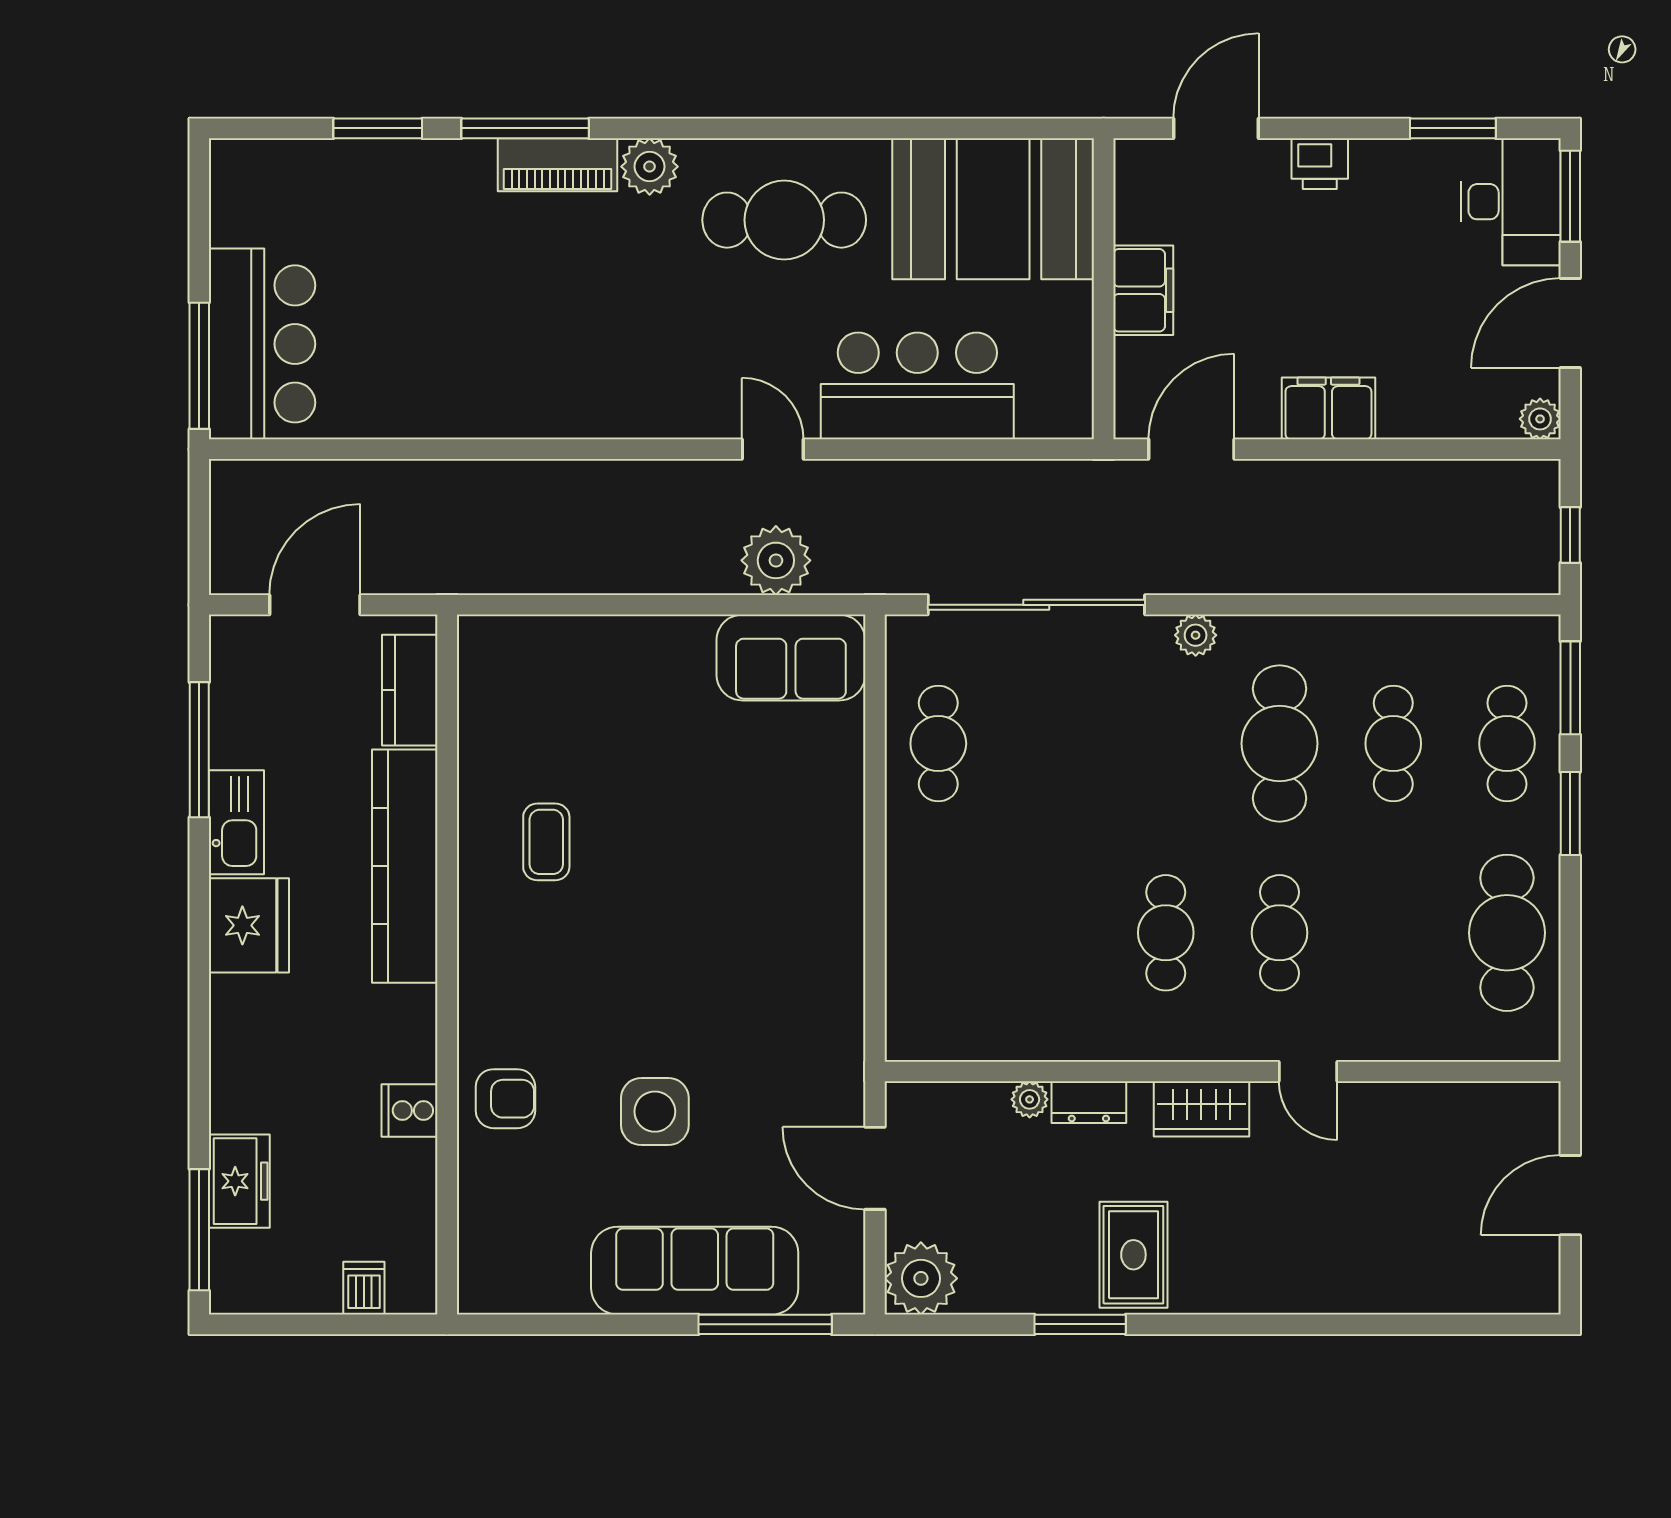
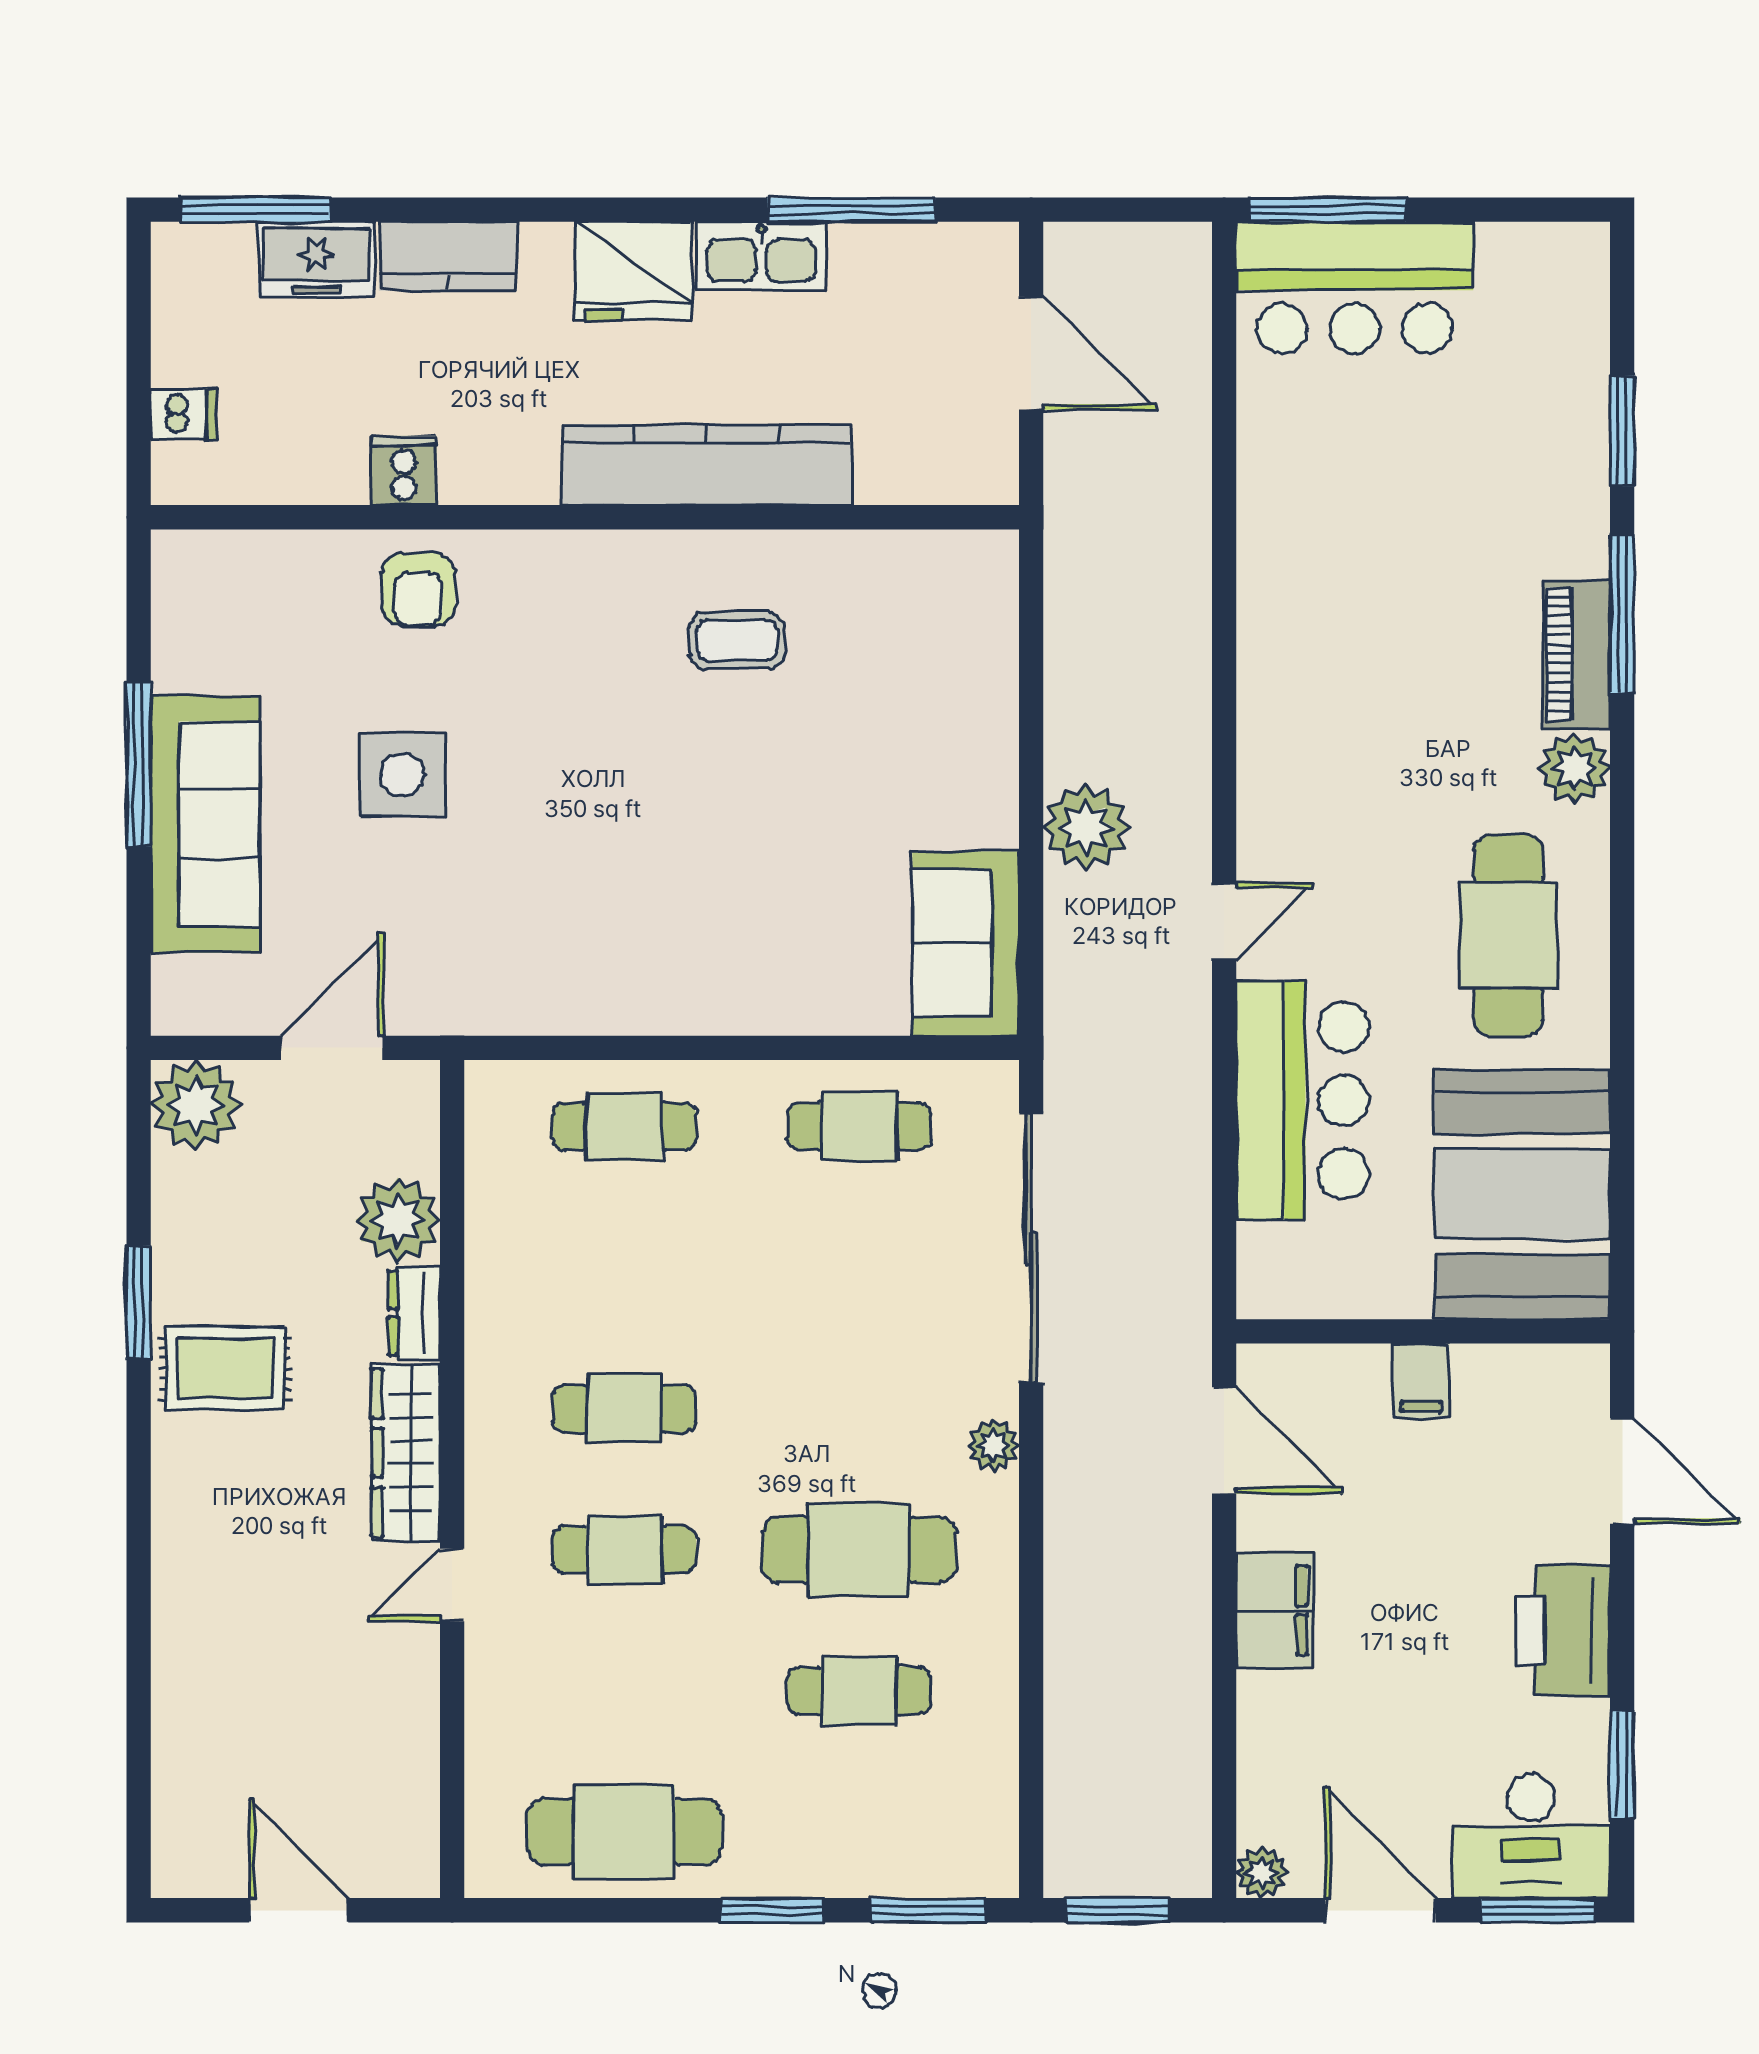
printer: (1320, 164) -> (1563, 1630), width x1.87, depth x1.48
filing cabinet: (1143, 290) -> (1421, 1381), width x0.50
window: (1570, 535) -> (1118, 1910), width x1.50
plant: (776, 560) -> (1086, 827), moved
kitchen counter: (410, 690) -> (448, 256), moved, turned 180
cafe table: (1507, 744) -> (624, 1126), moved
plant: (1030, 1099) -> (398, 1220), width x1.87, depth x1.87
wardrobe: (1201, 1109) -> (406, 1453), width x1.50
window: (765, 1324) -> (139, 764), moved

